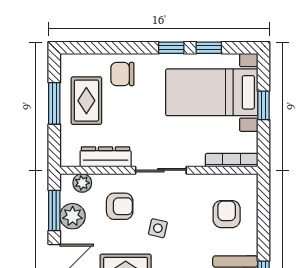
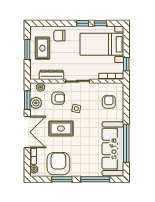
window: (264, 105) -> (126, 64), moved

